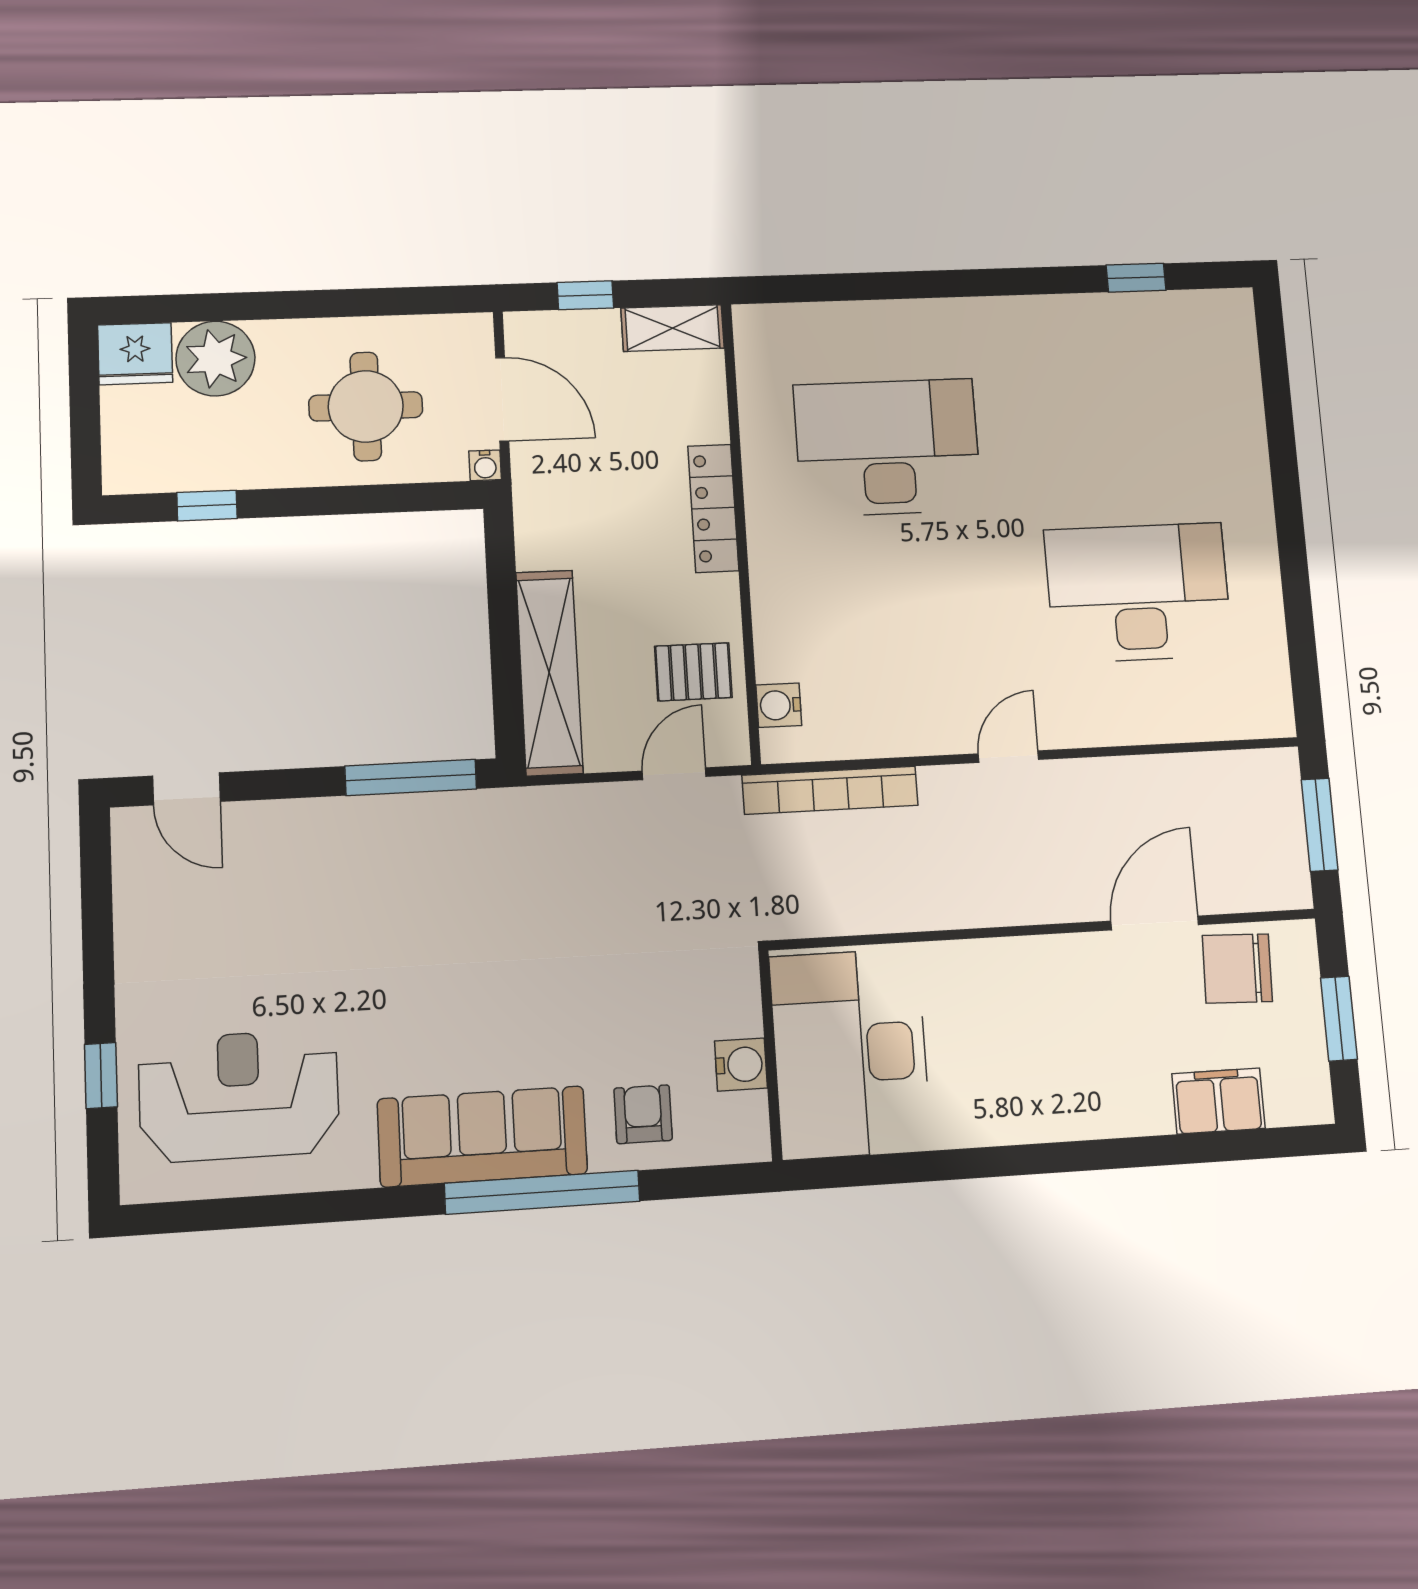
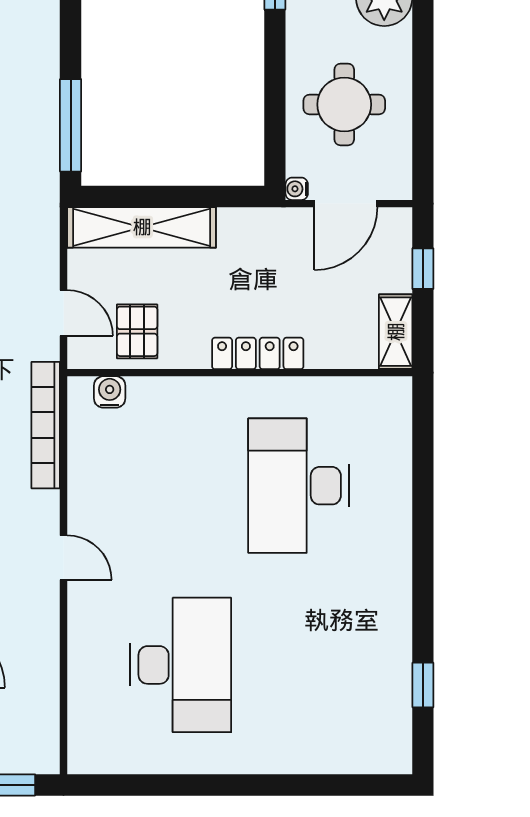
desk: (888, 447) -> (299, 486), turned 180

